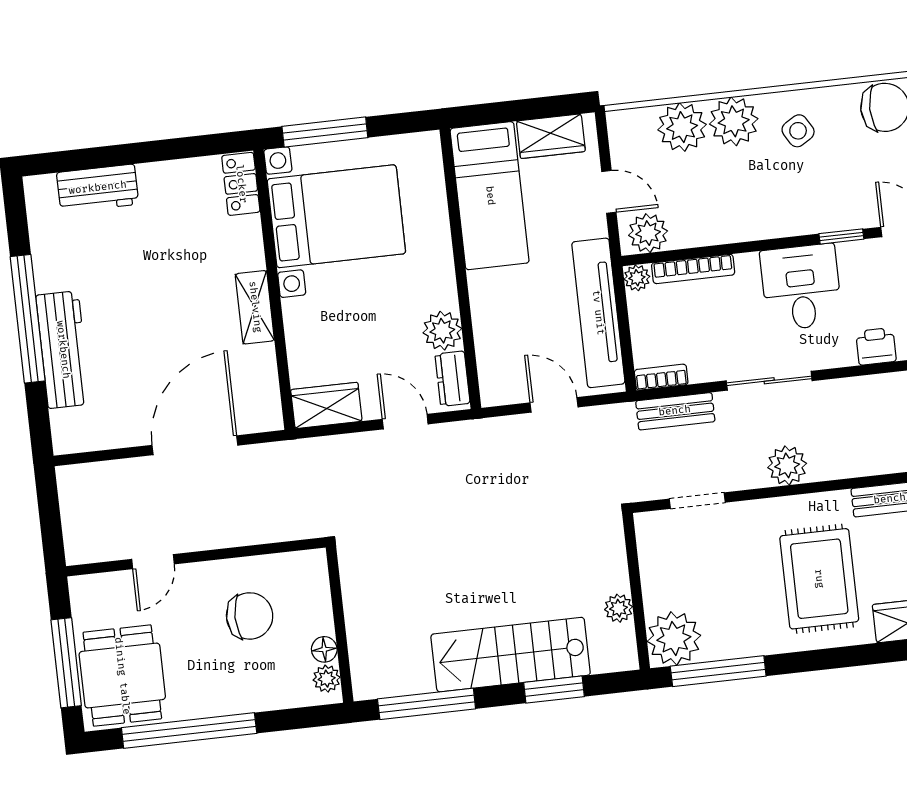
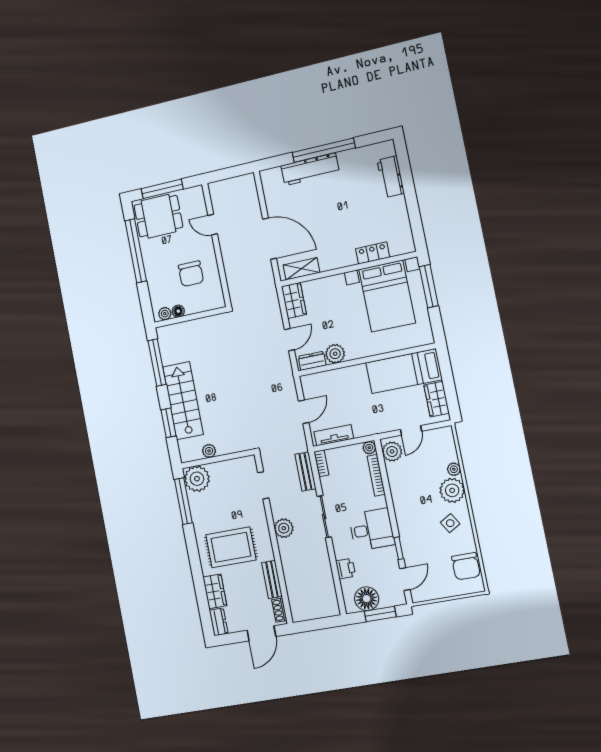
plant: (682, 127) -> (454, 469), width x0.53, depth x0.53
locker: (241, 184) -> (373, 253), moved
shelving: (255, 307) -> (301, 269), moved
tv unit: (598, 313) -> (334, 435), width x0.52, depth x0.78

